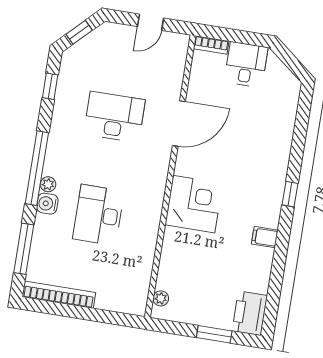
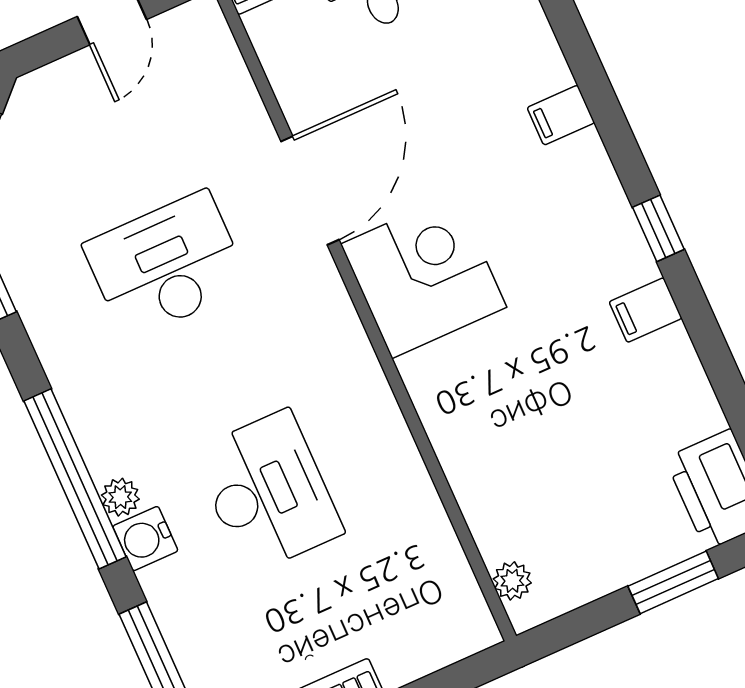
filing cabinet: (279, 153) -> (561, 115), added
window: (290, 194) -> (658, 228), moved
corner desk: (194, 204) -> (424, 276), moved
desk: (98, 215) -> (268, 492), turned 180

